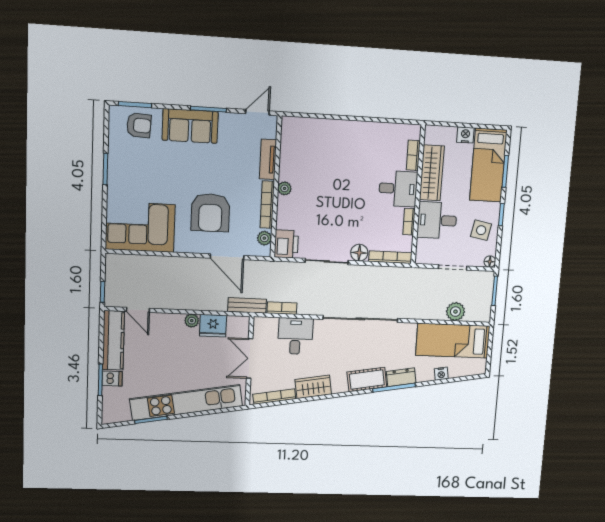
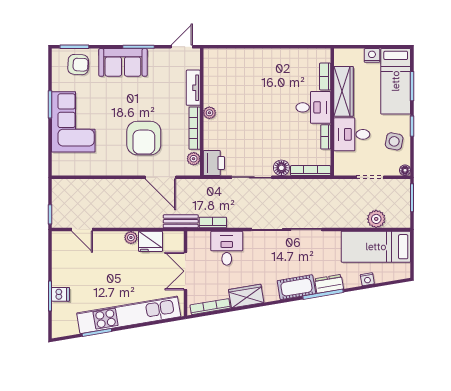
corner sofa: (140, 227) -> (73, 122), moved, turned 90
kitchen counter: (113, 340) -> (61, 259), removed

